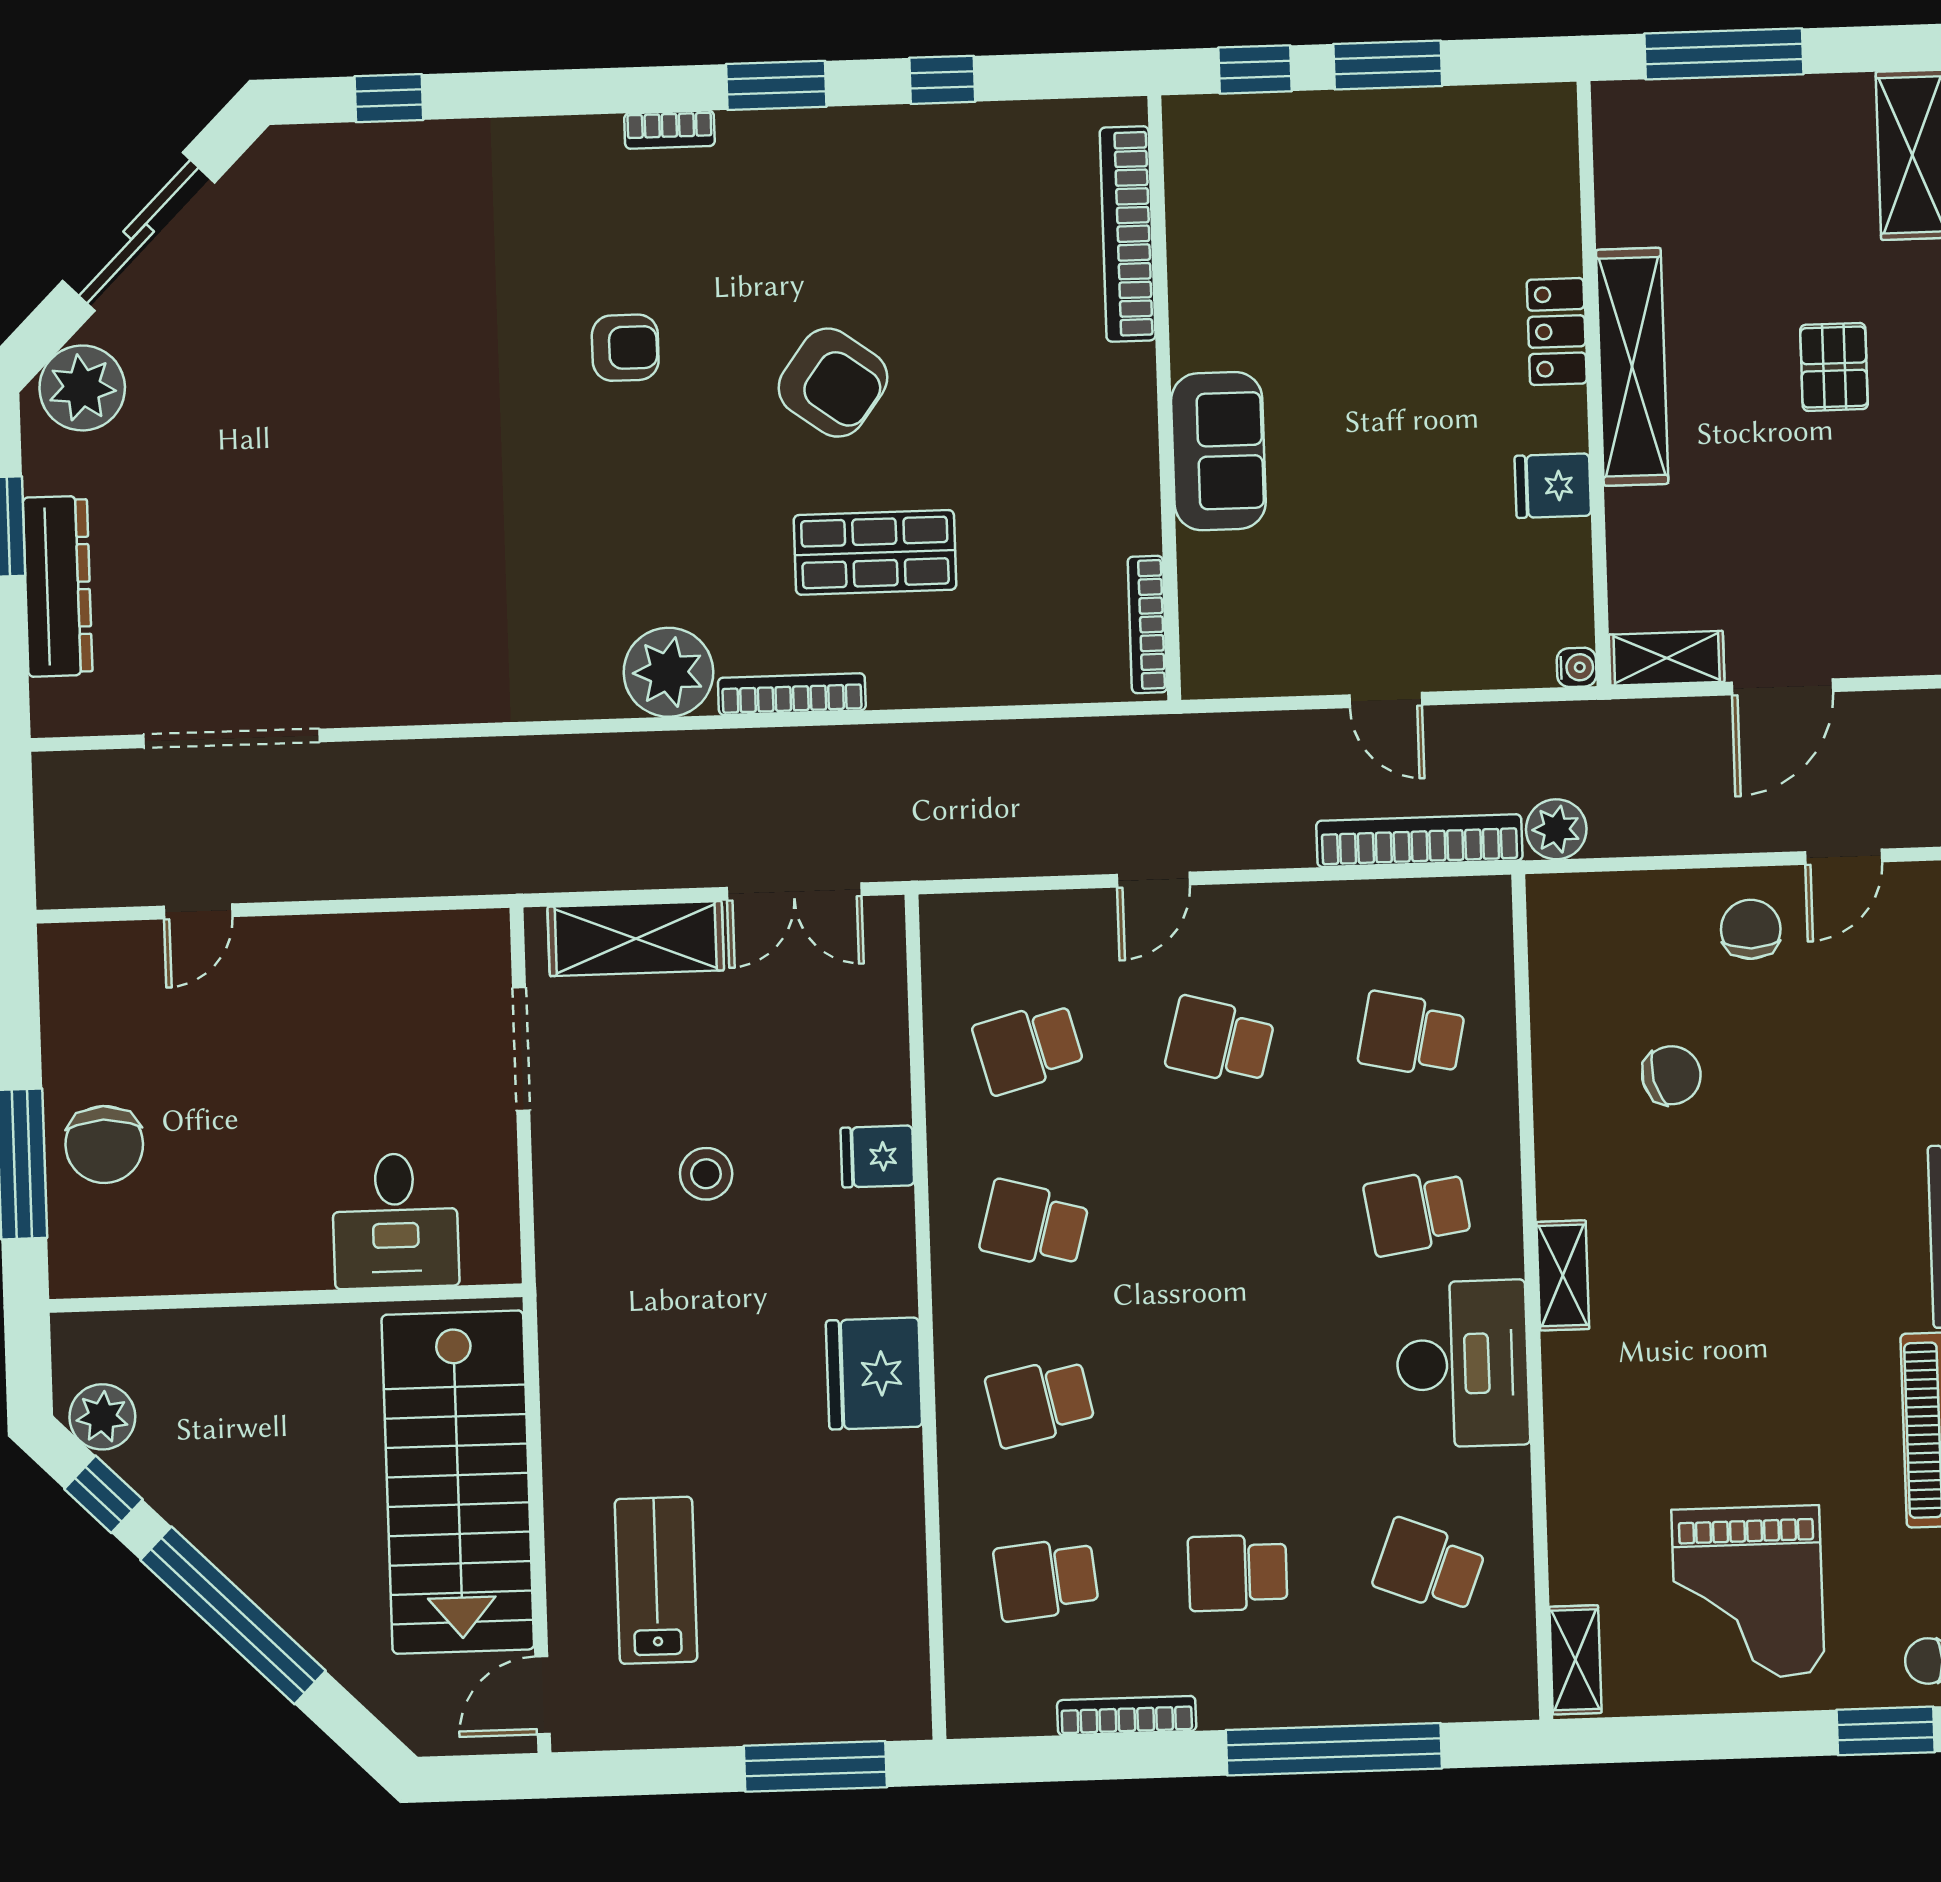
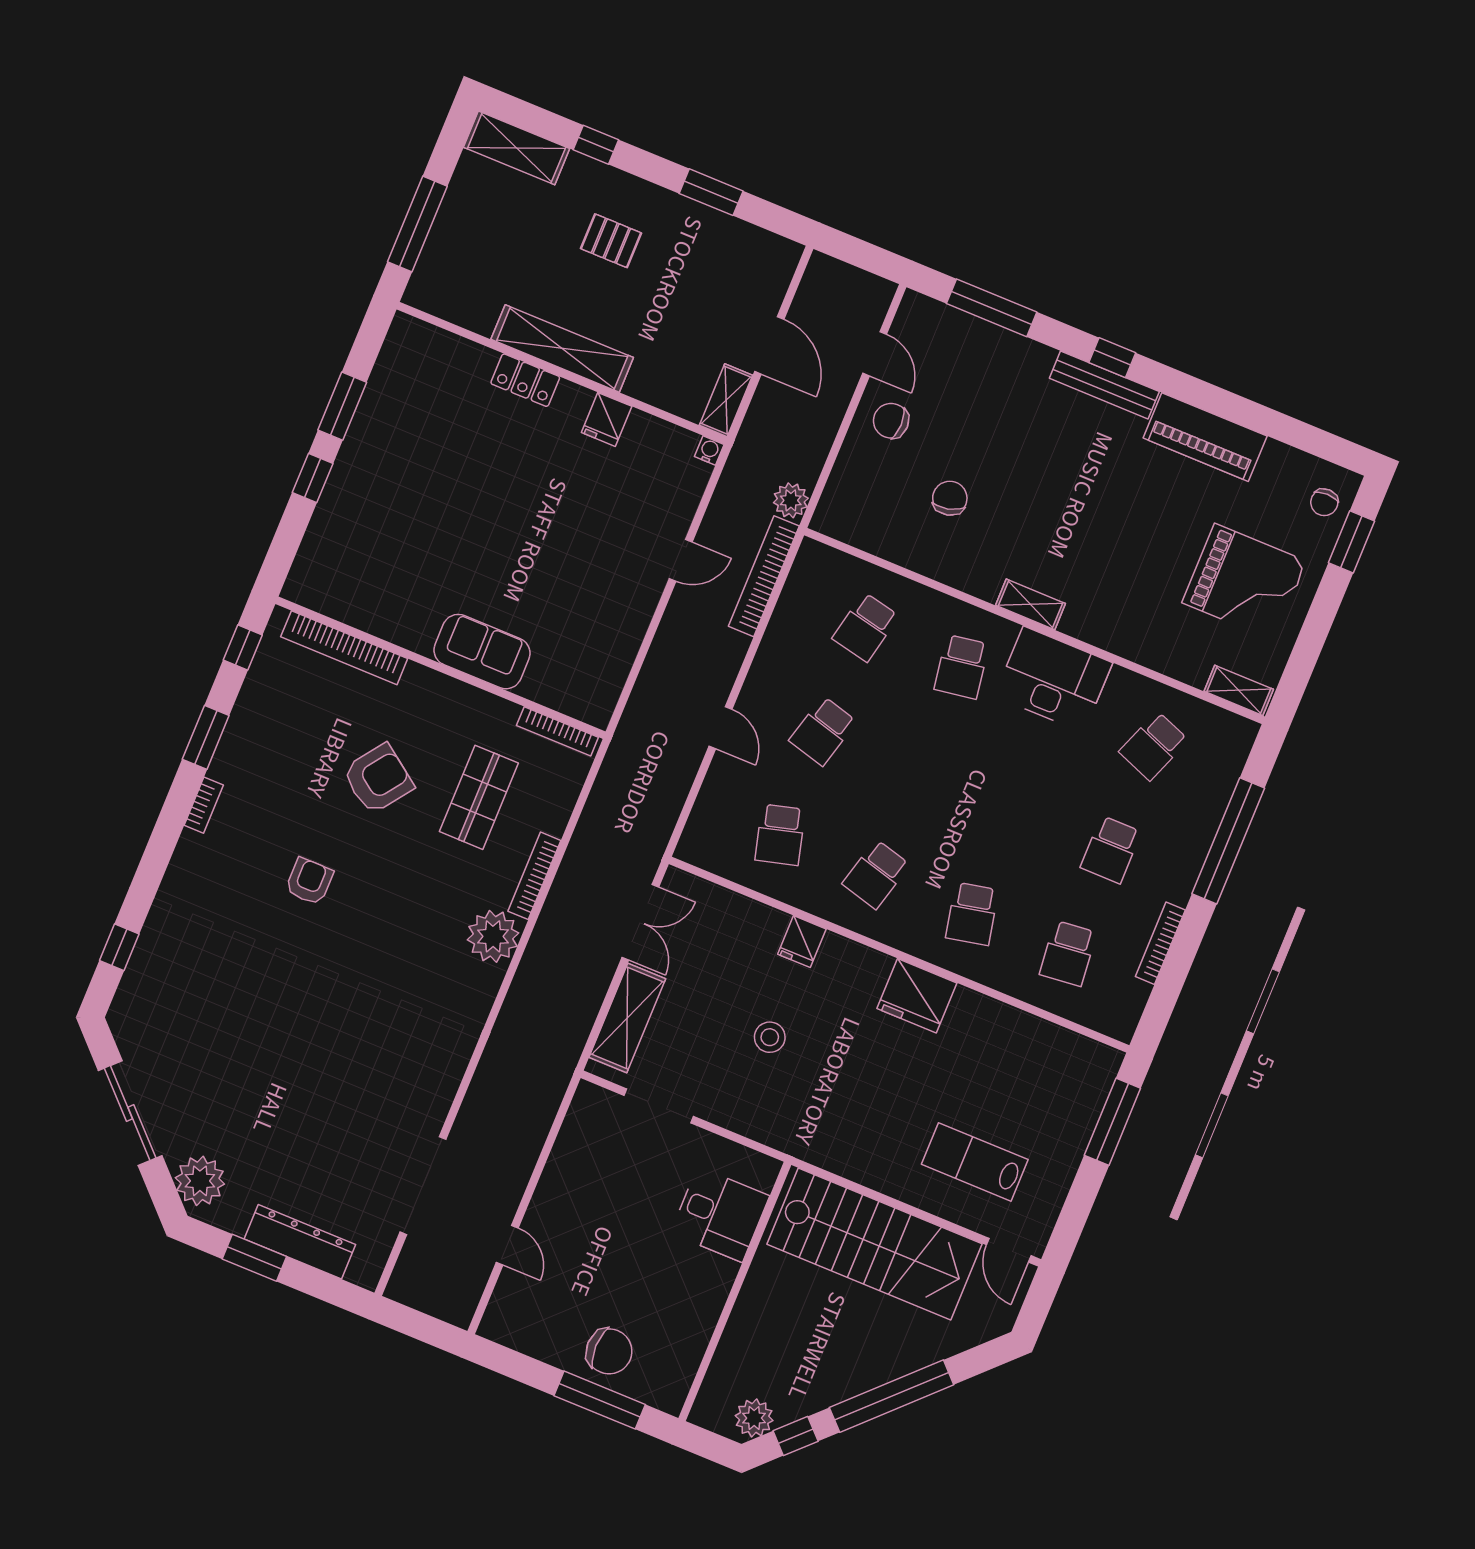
bookcase: (1128, 234) -> (344, 648), moved
wall: (1164, 398) -> (441, 668), moved
sofa: (1218, 451) -> (482, 652), moved
bookcase: (1147, 625) -> (557, 731), moved

